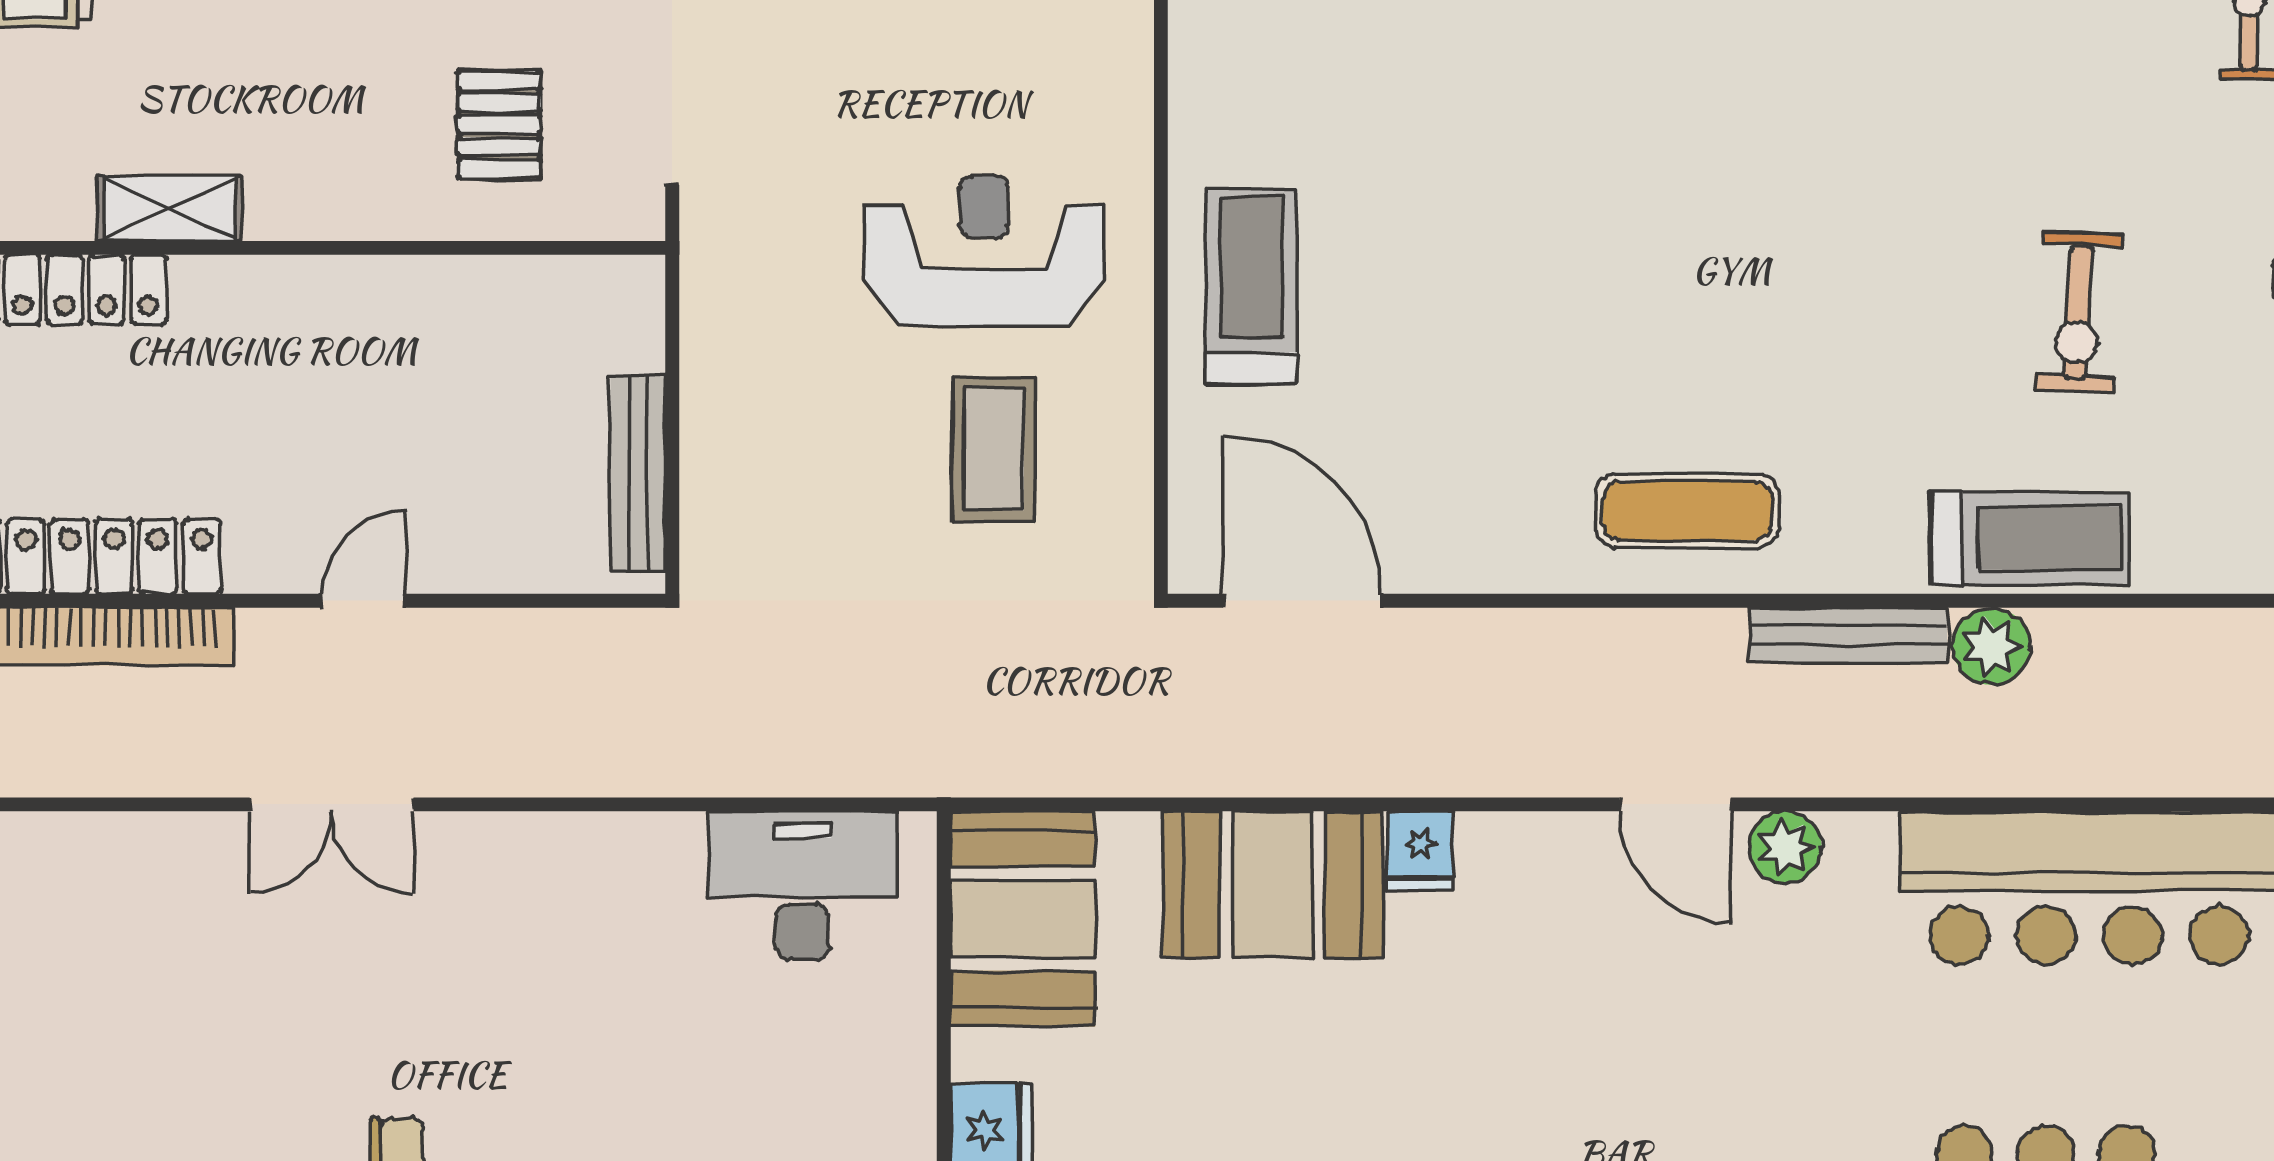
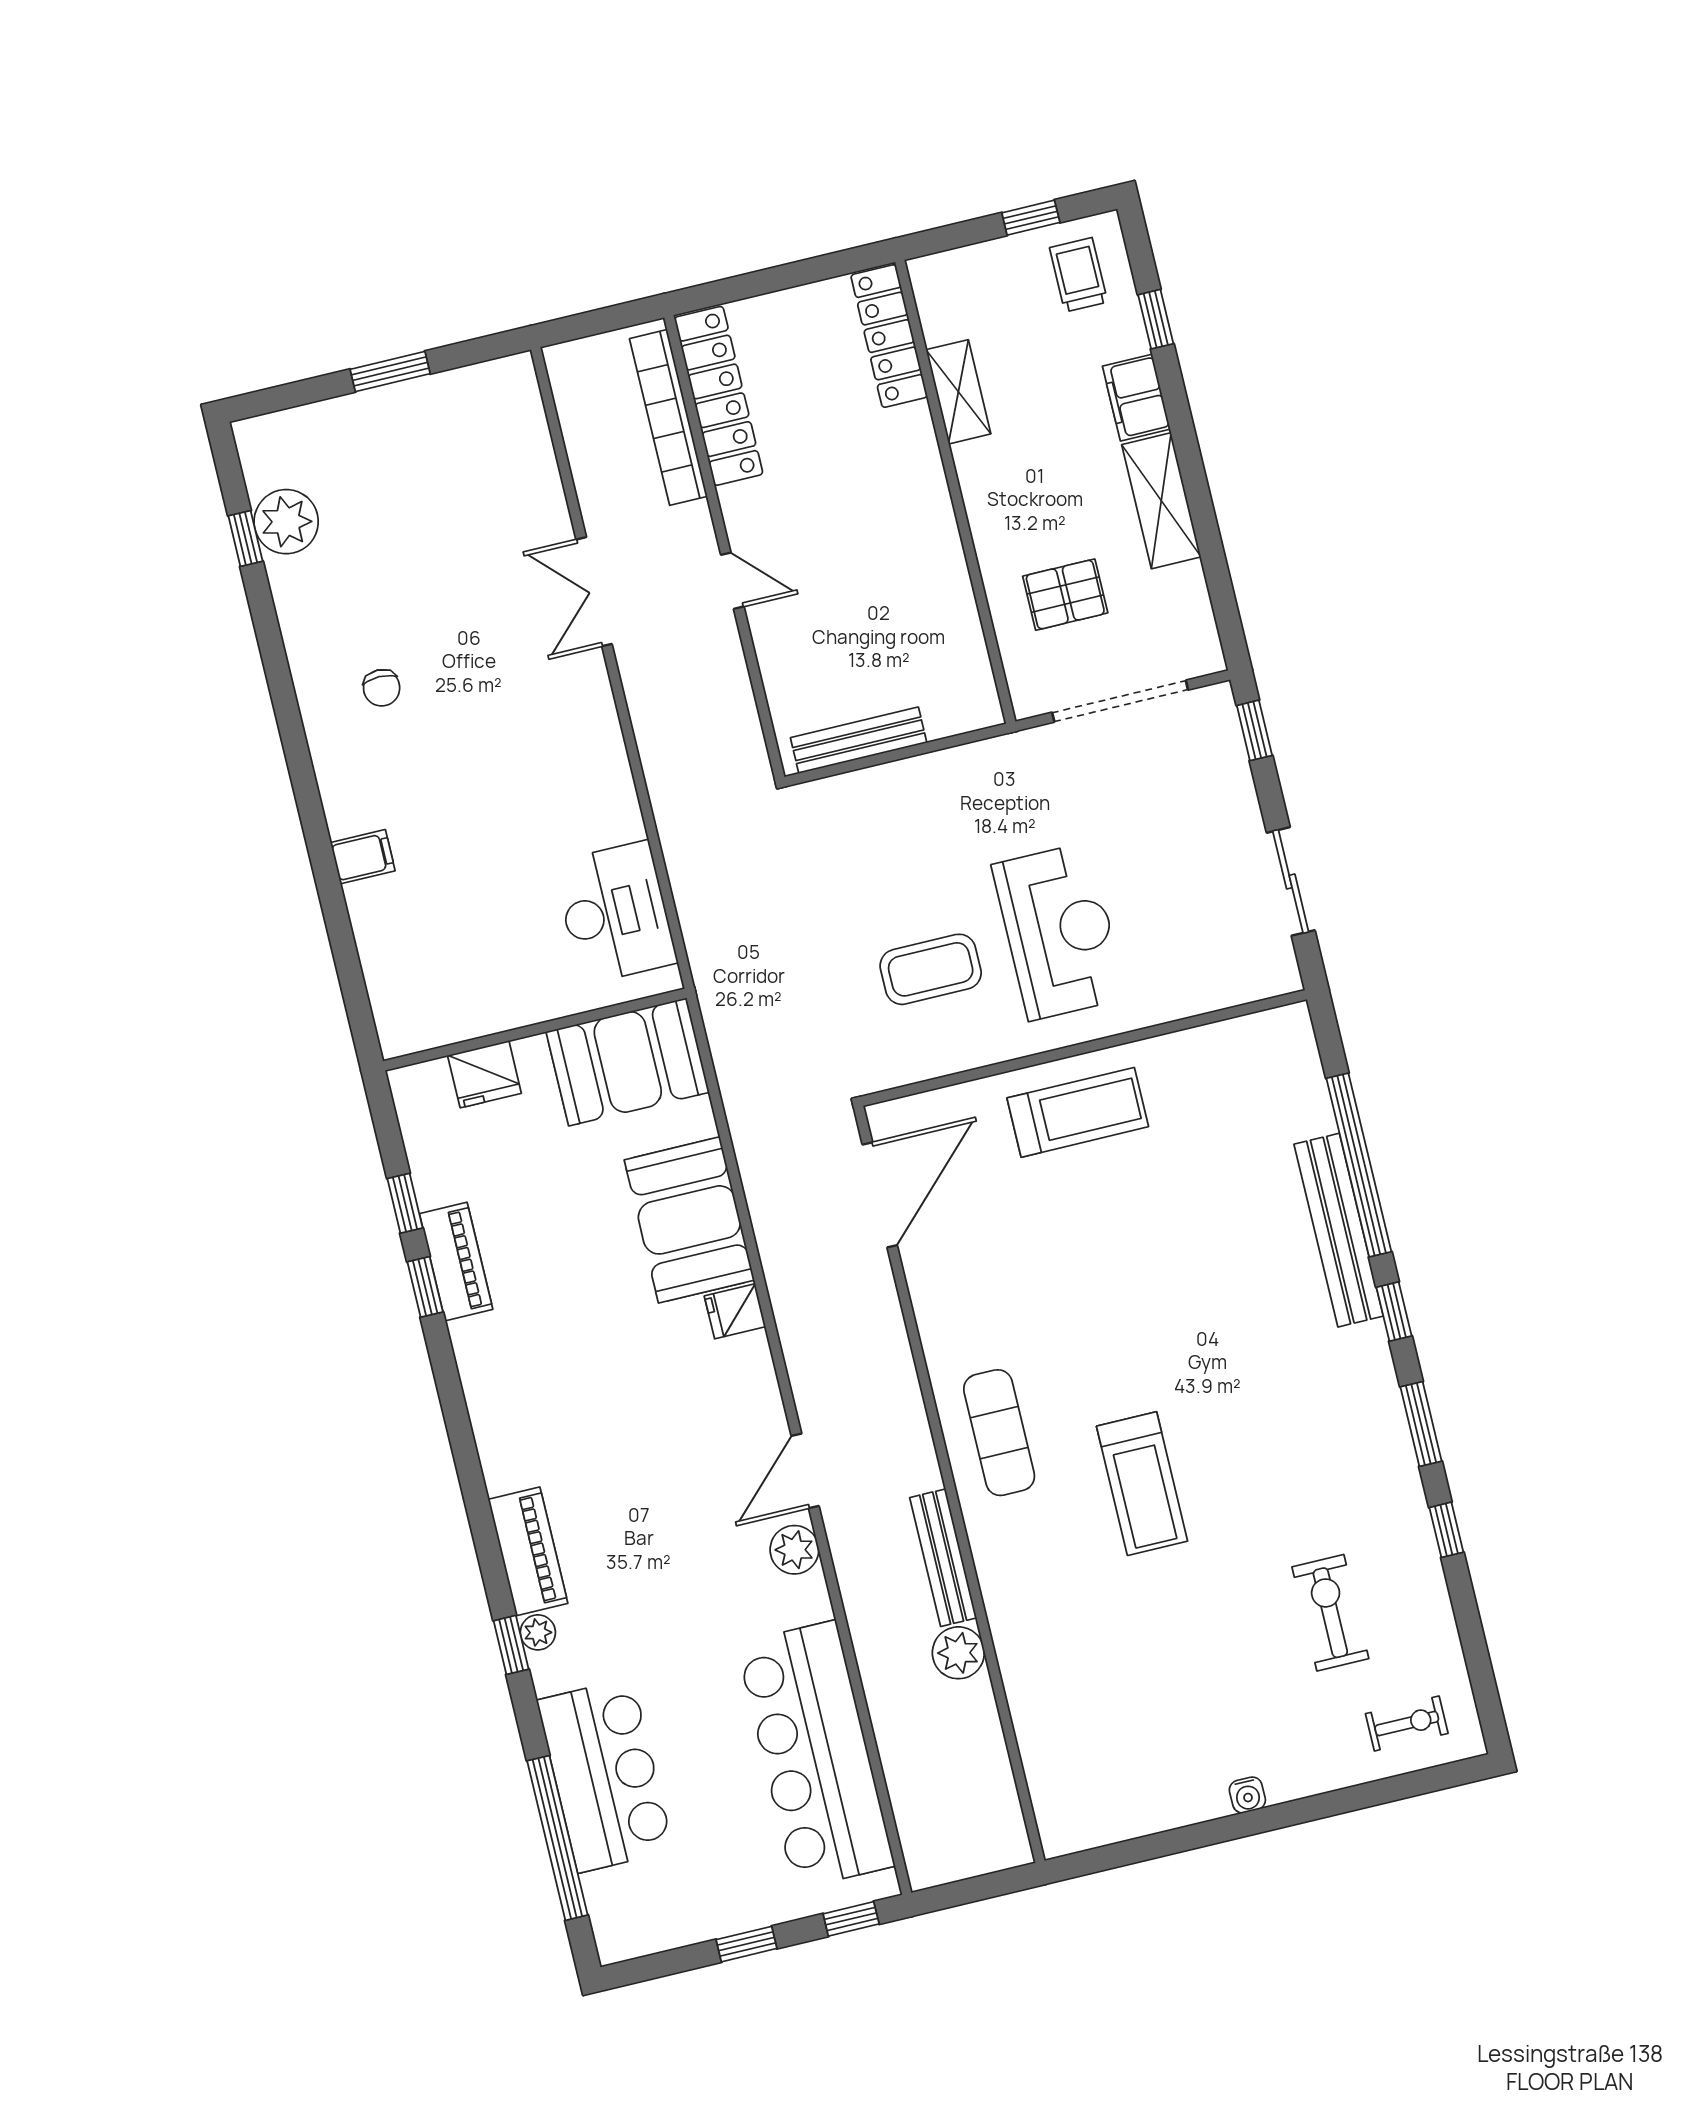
exercise bike: (2078, 312) -> (1330, 1613), moved, turned 87
treadmill: (2030, 538) -> (1142, 1484), moved

